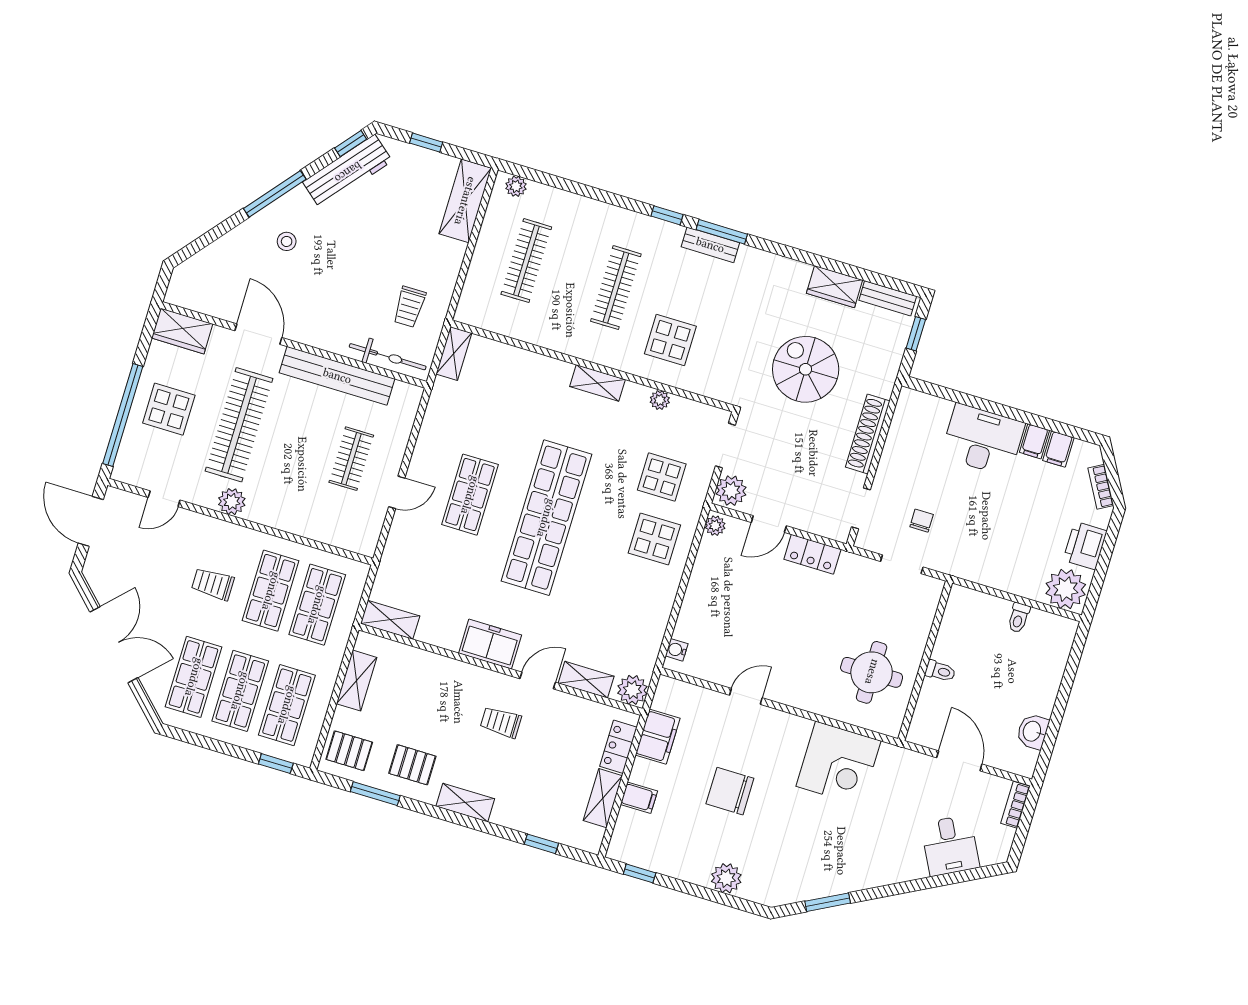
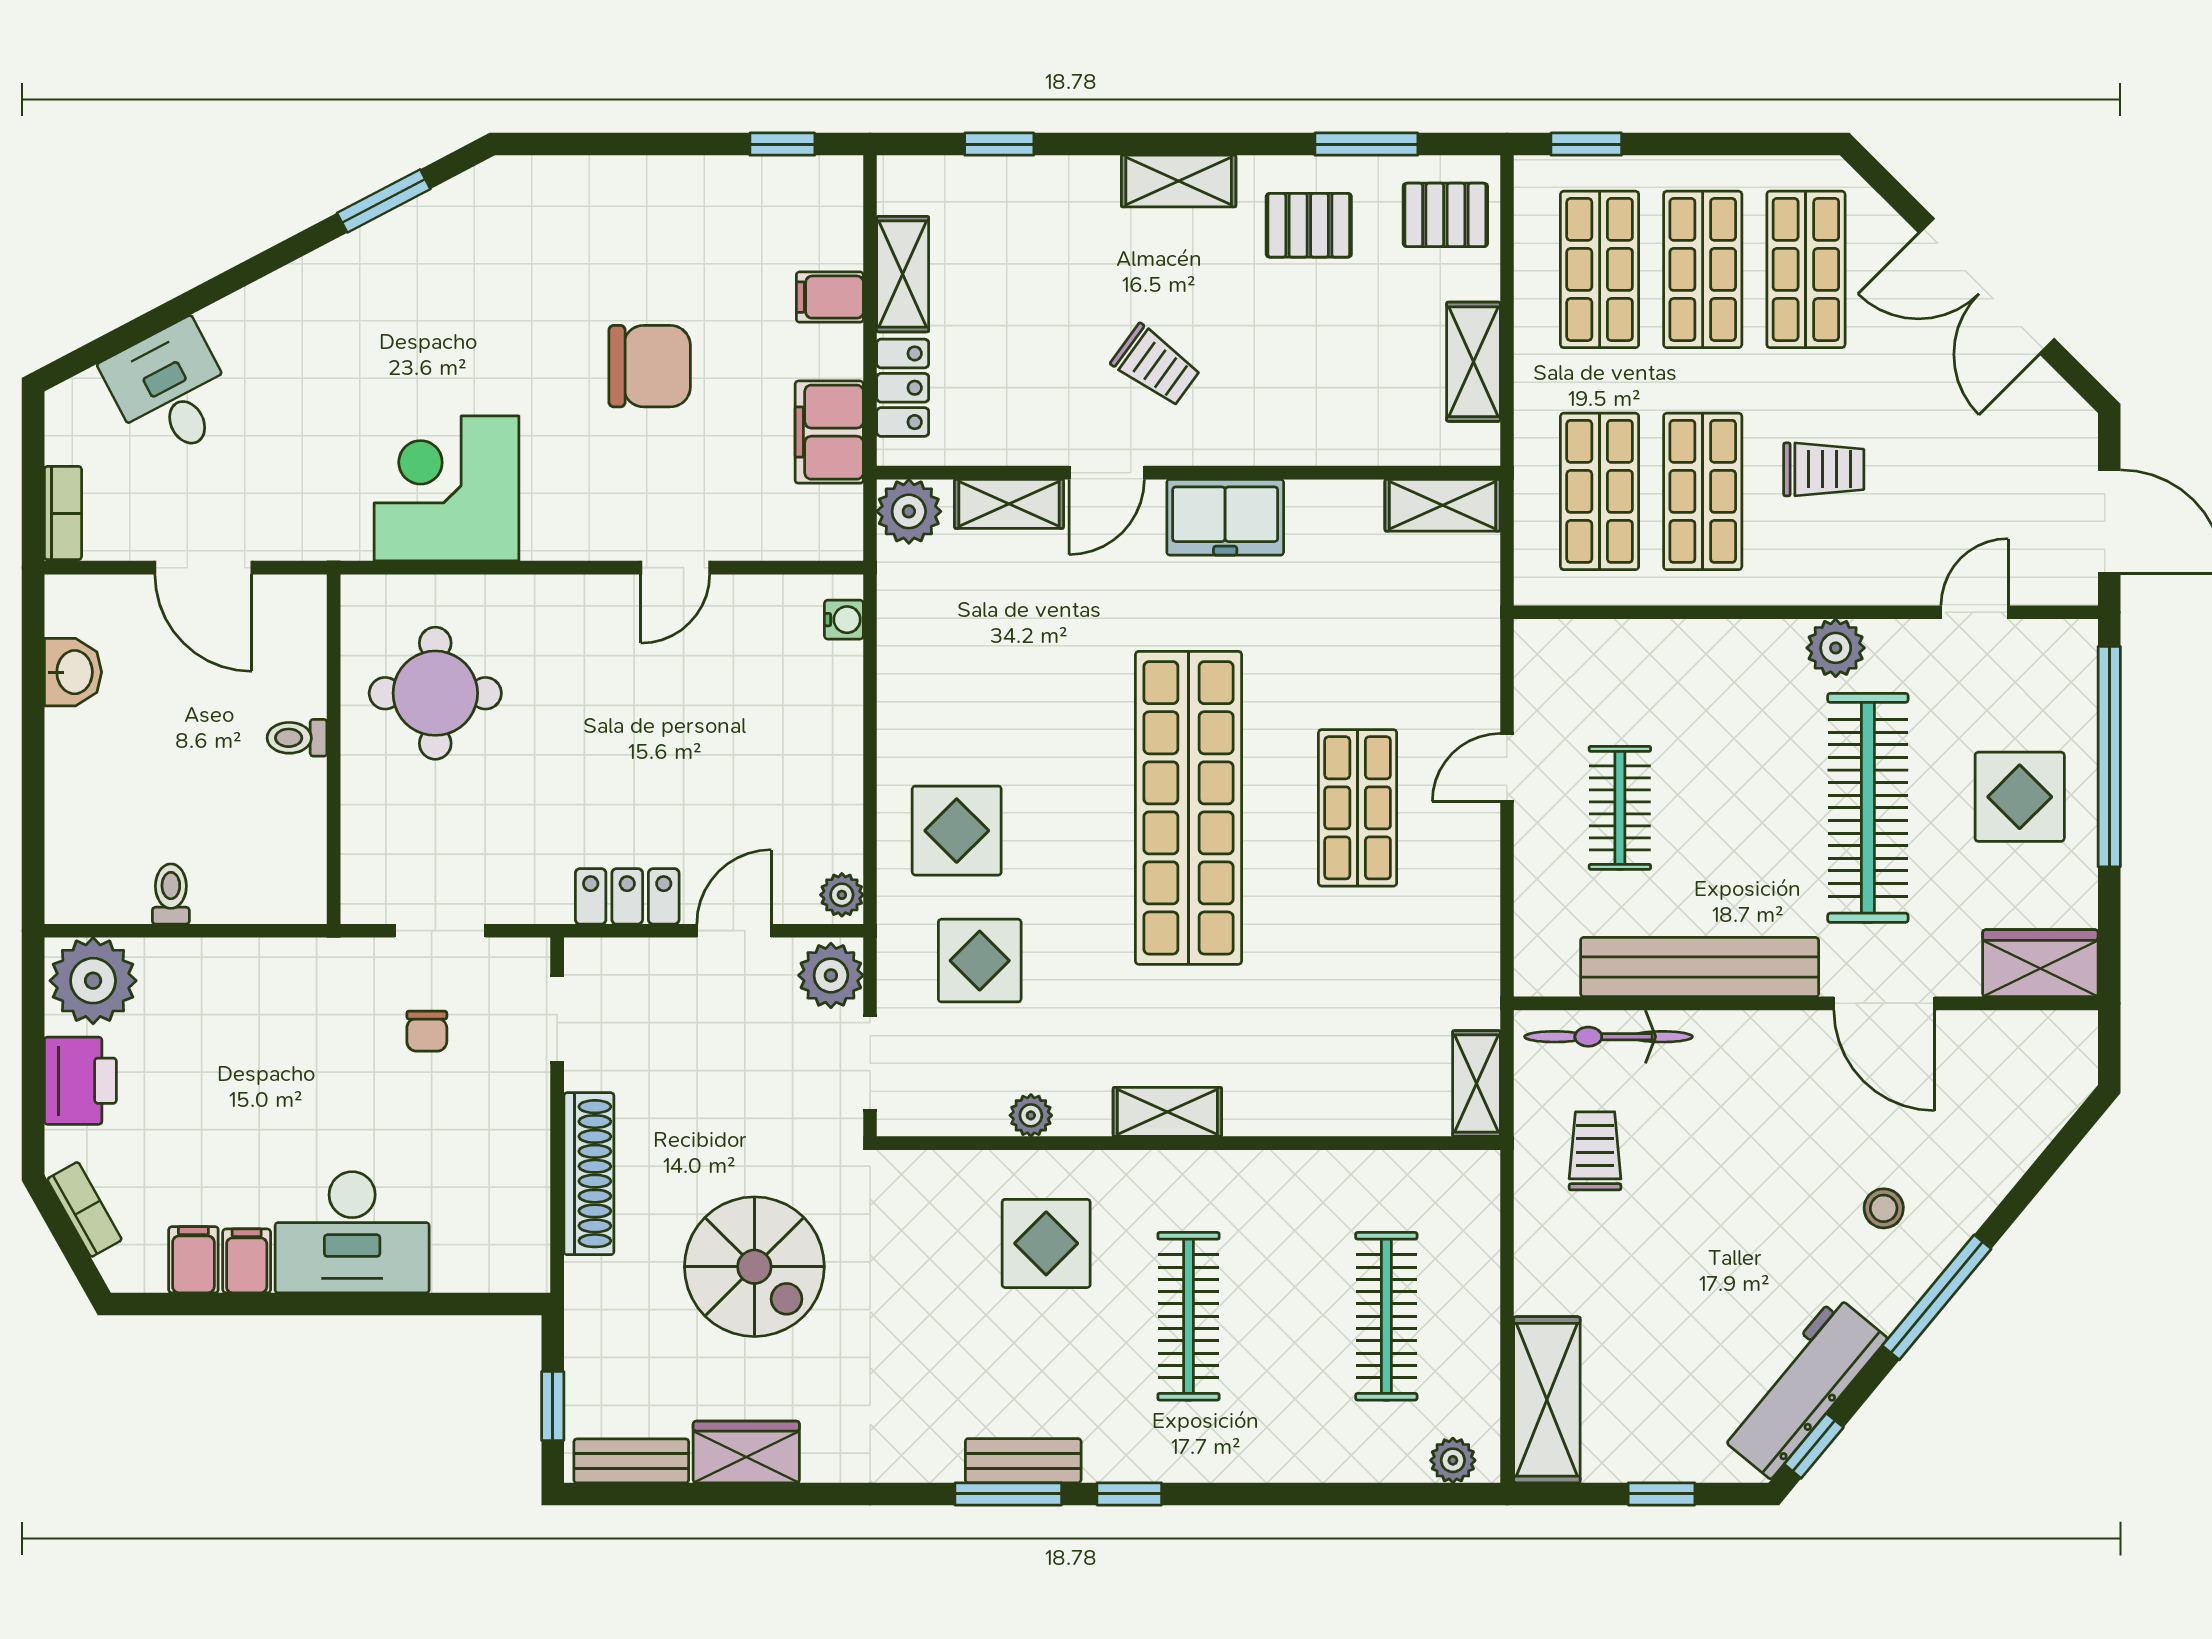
trolley: (501, 722) -> (1156, 366), turned 36
plant: (726, 878) -> (604, 188), removed

